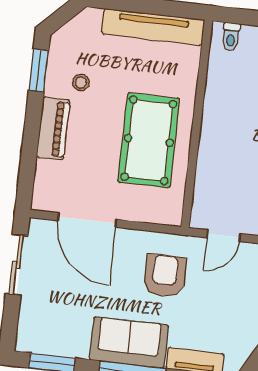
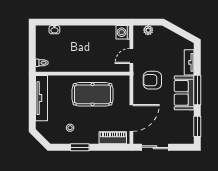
window: (39, 70) -> (80, 147), moved
piano: (53, 128) -> (113, 138), moved
door: (224, 236) -> (131, 56), swing flipped

